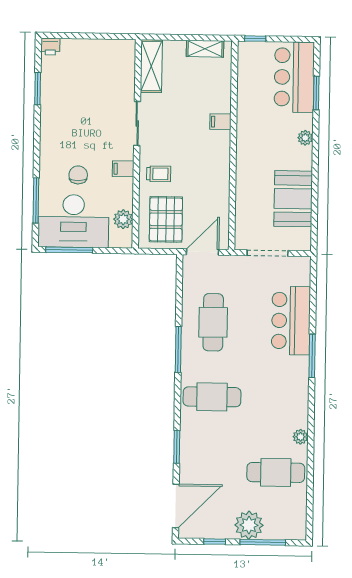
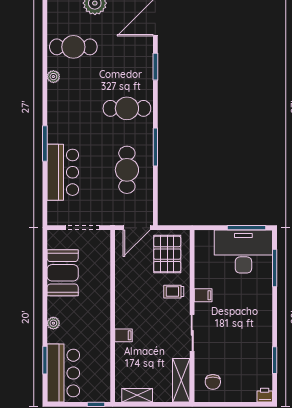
chair: (78, 175) -> (213, 382), moved
plant: (123, 219) -> (202, 254), removed

